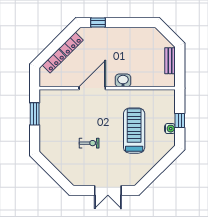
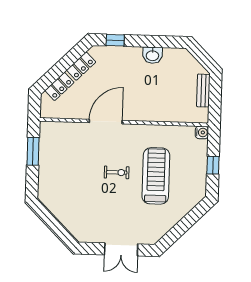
washbasin: (123, 80) -> (152, 55), moved, turned 180
water cooler: (170, 129) -> (202, 132), moved
exercise bike: (89, 143) -> (117, 172), moved

